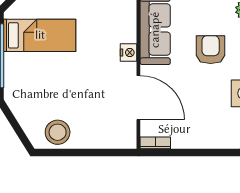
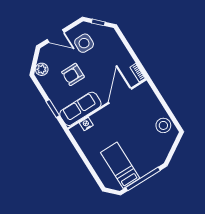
nightstand: (128, 53) -> (86, 124), moved

